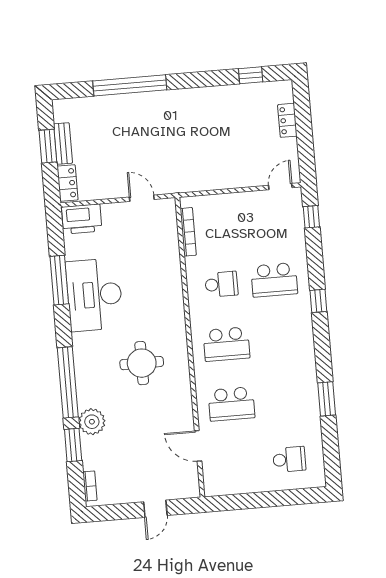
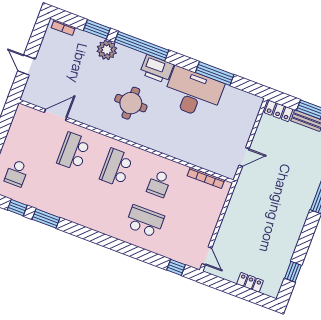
printer: (82, 219) -> (157, 69), moved, turned -90
school desk: (274, 280) -> (145, 221), turned 90
window: (318, 301) -> (17, 208), moved

